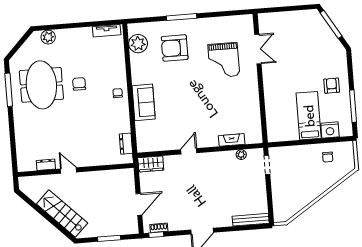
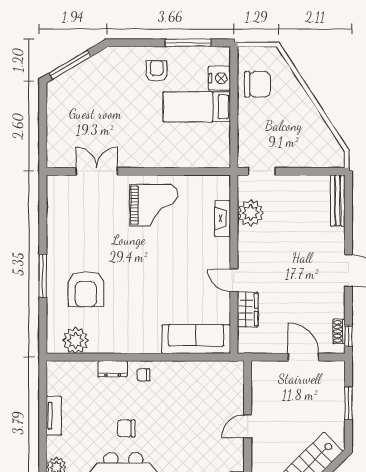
tv unit: (107, 31) -> (54, 416), moved
grand piano: (224, 60) -> (154, 205), moved
armchair: (332, 86) -> (157, 71), turned 90
sofa: (144, 102) -> (196, 339), moved, width x1.36
dresser: (126, 144) -> (113, 369), moved
plant: (241, 155) -> (251, 213), width x1.88, depth x1.88
chair: (328, 157) -> (257, 84), width x1.87, depth x1.87
wardrobe: (151, 164) -> (248, 310), moved
door: (69, 171) -> (248, 426), moved

